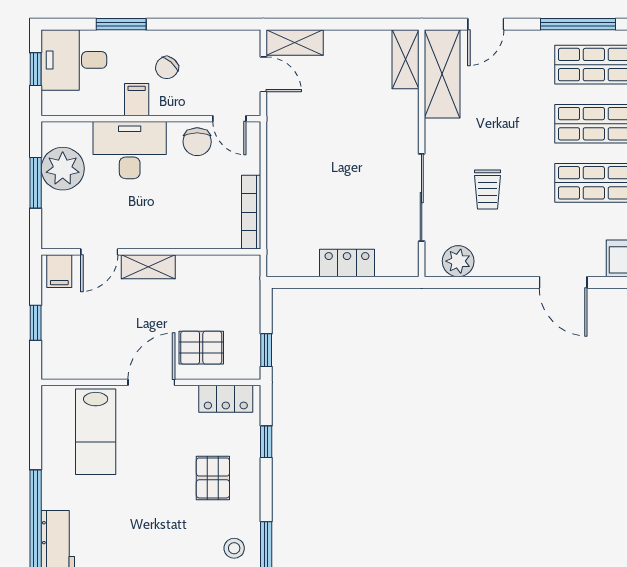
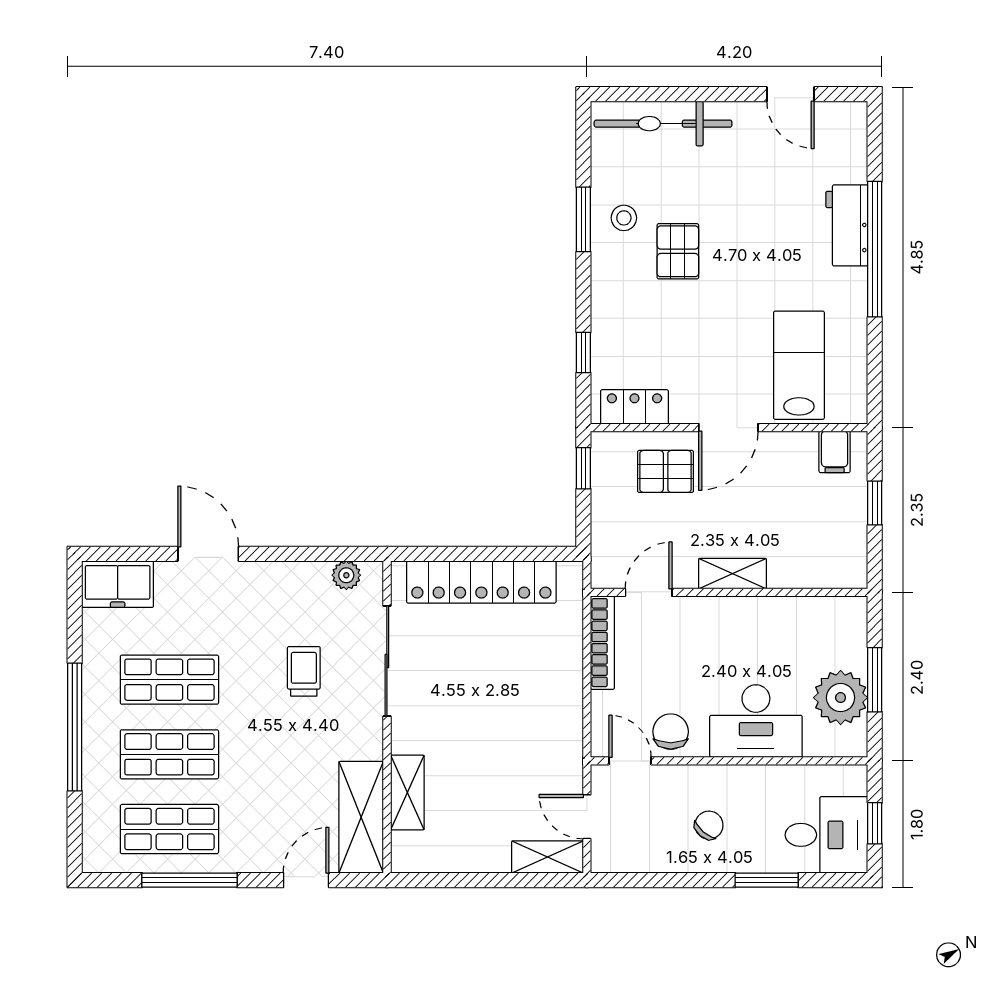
shelving: (406, 59) -> (407, 793), moved
filing cabinet: (137, 100) -> (747, 785), removed
door: (99, 252) -> (649, 592), moved
plant: (458, 261) -> (346, 575), width x0.73, depth x0.73
locker: (347, 263) -> (481, 582), width x2.16, depth x1.21
filing cabinet: (59, 271) -> (835, 452), moved, turned 180
pallet: (213, 478) -> (678, 251), moved

